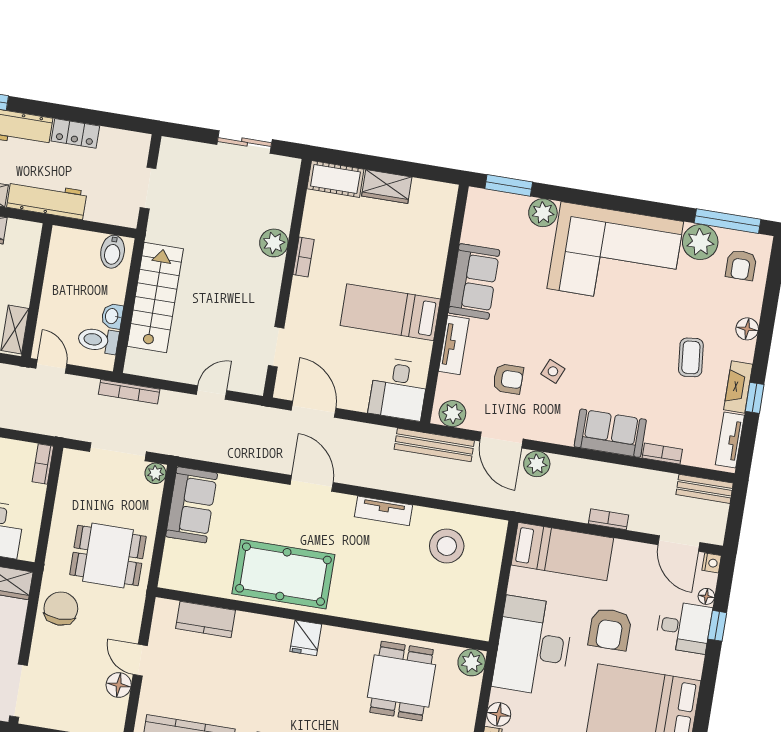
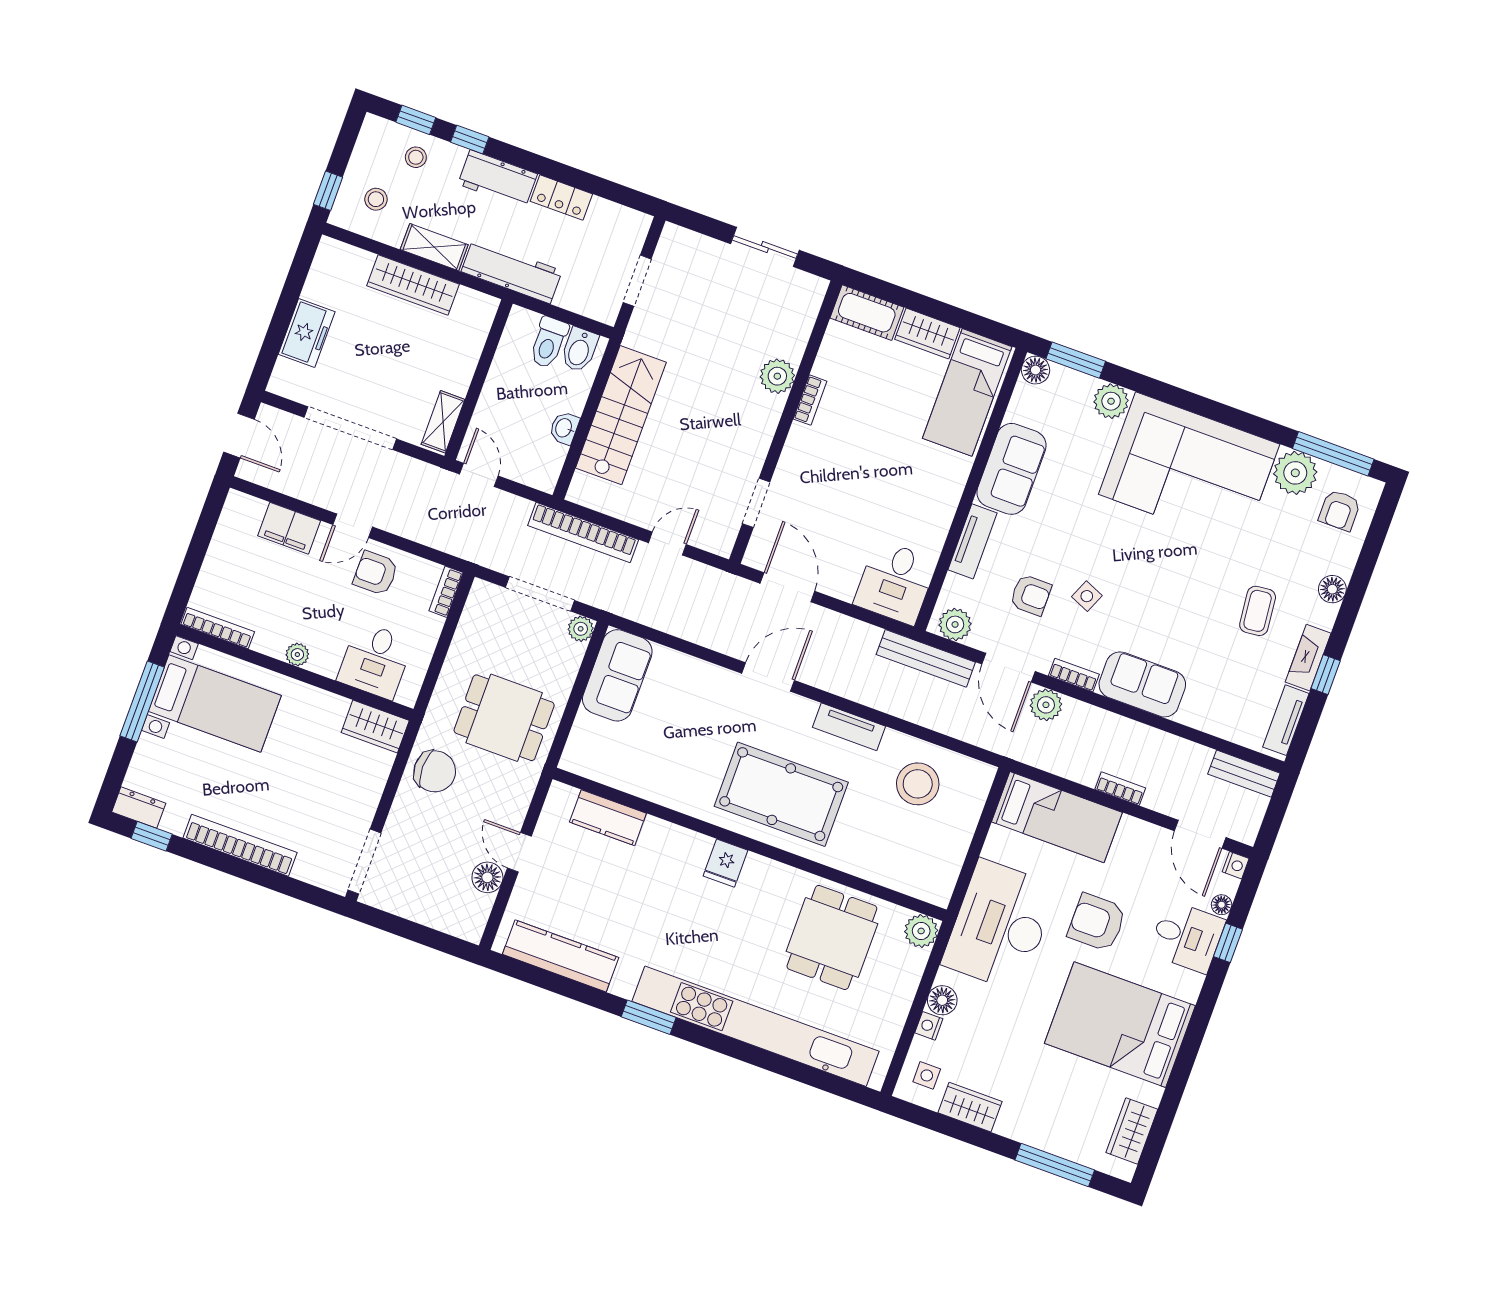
floor lamp: (478, 199) -> (1035, 370), added
bed: (390, 312) -> (967, 392), moved, turned -90
toilet: (98, 340) -> (549, 342), moved, turned -90
bookcase: (129, 392) -> (583, 533), width x1.48, depth x1.31
bookcase: (662, 454) -> (1074, 675), moved
door: (312, 483) -> (768, 677), hinge flipped
pool table: (283, 574) -> (781, 794), moved
chair: (61, 609) -> (435, 771), turned 90
armchair: (610, 629) -> (1097, 922), turned 90

